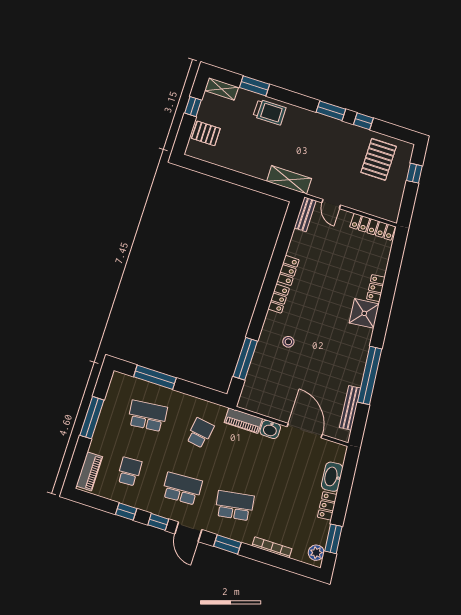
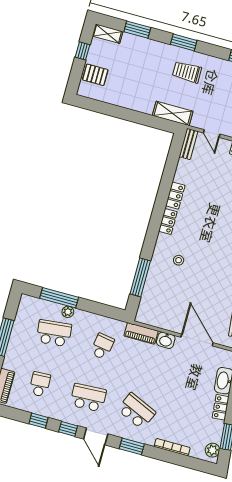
window: (331, 111) -> (184, 42), moved
trolley: (270, 112) -> (187, 72), moved, turned 180
plant: (164, 393) -> (68, 312), added
school desk: (235, 506) -> (137, 411), turned 33

